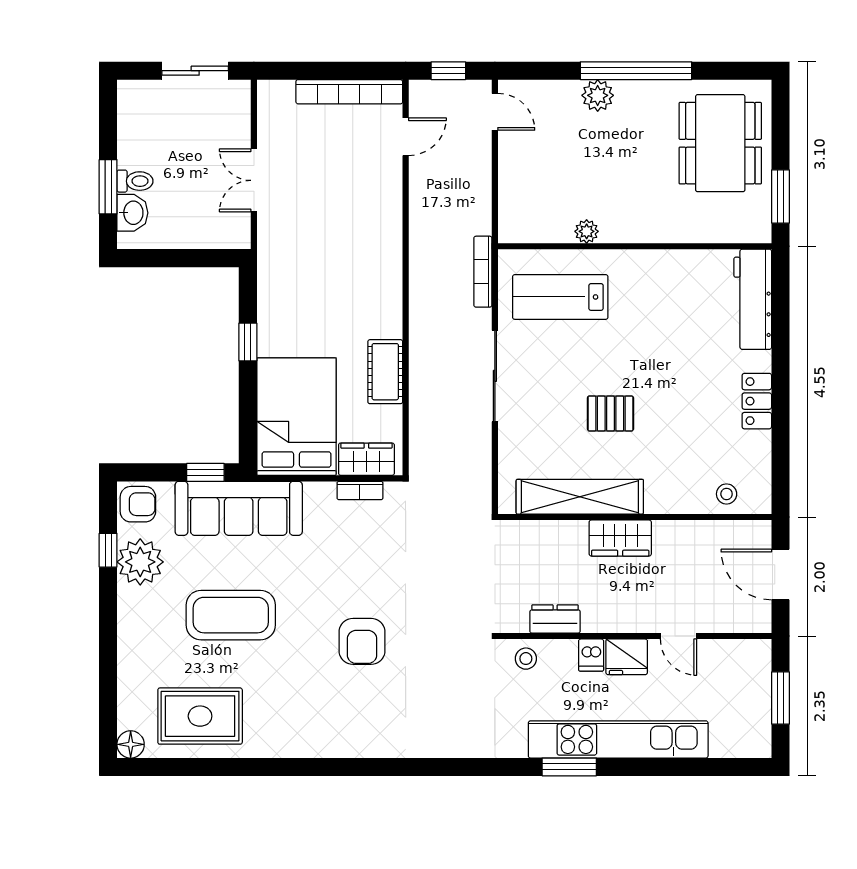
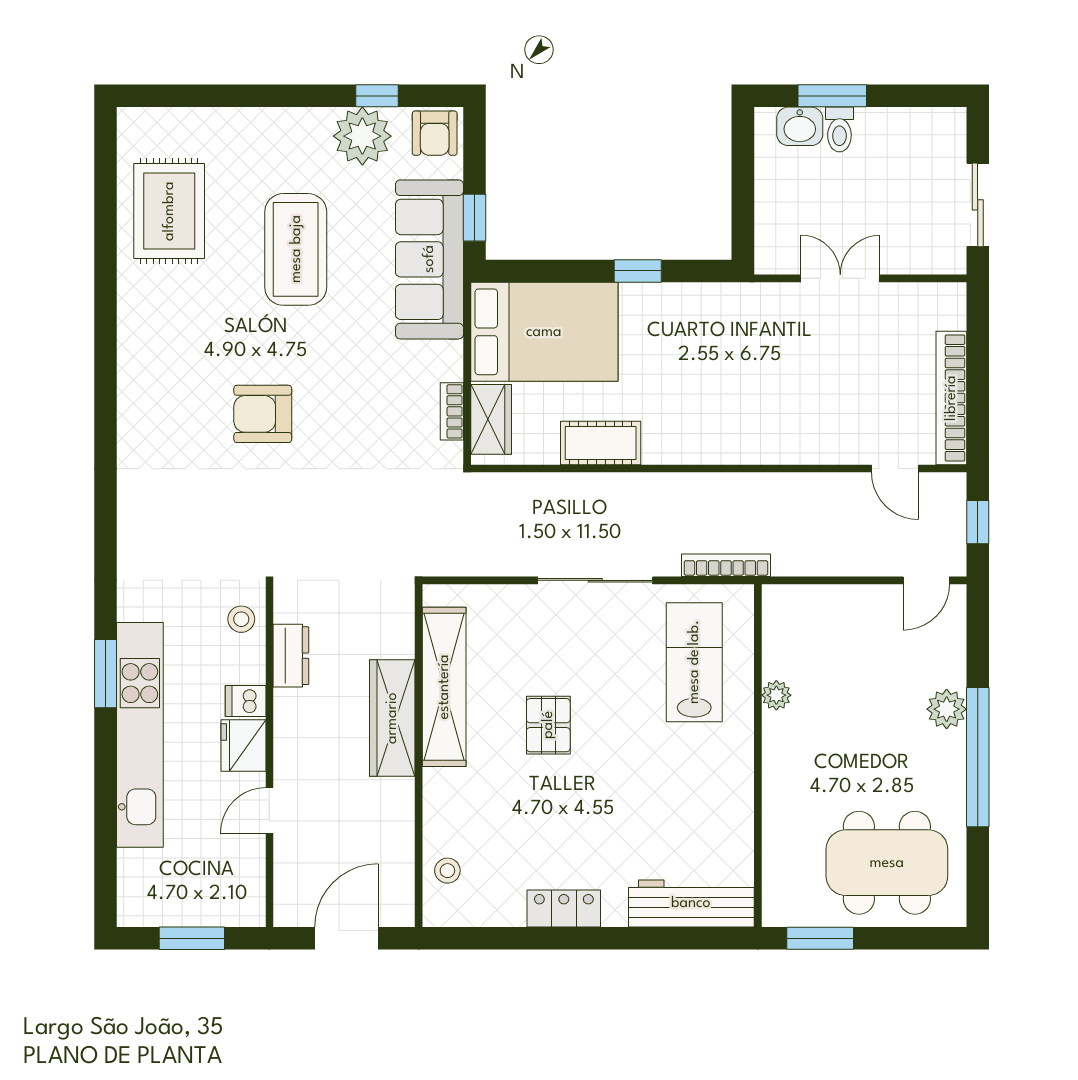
wardrobe: (620, 538) -> (392, 718), width x1.50
floor lamp: (131, 744) -> (134, 124), removed

